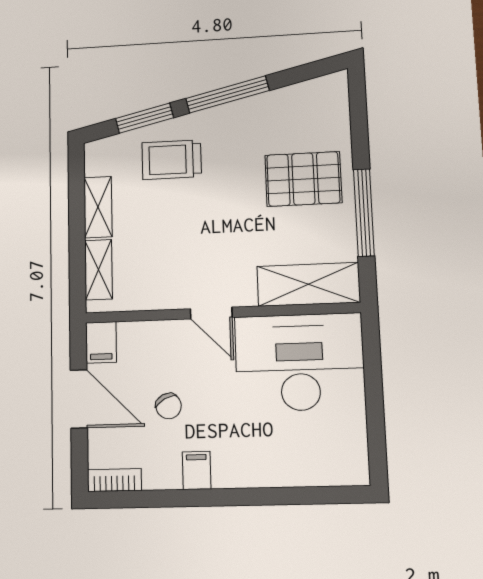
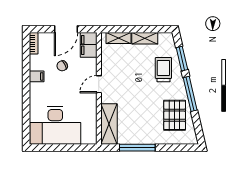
pallet: (303, 179) -> (175, 115), moved
filing cabinet: (101, 342) -> (89, 45), width x2.00
desk: (300, 362) -> (55, 125), moved, turned 90

